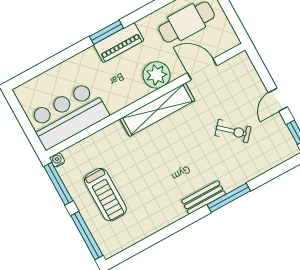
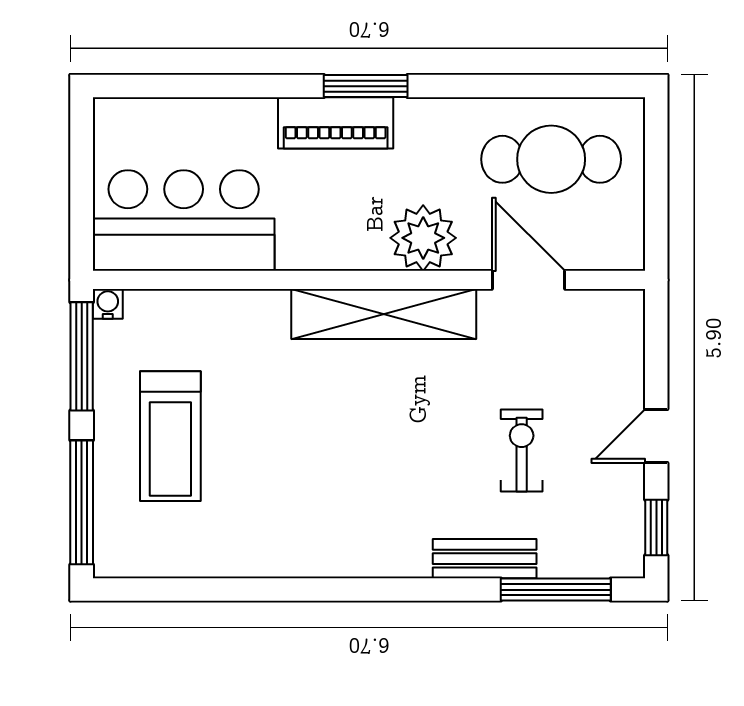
piano: (119, 43) -> (336, 123), moved
exercise bike: (233, 131) -> (522, 450), turned -132
bench: (204, 197) -> (485, 559), moved
window: (229, 198) -> (556, 590), moved

